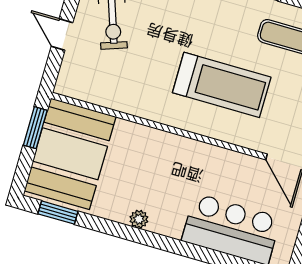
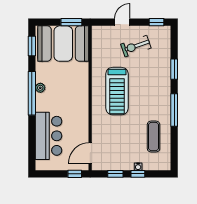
treadmill: (222, 85) -> (117, 91), moved
window: (145, 237) -> (32, 93), added

